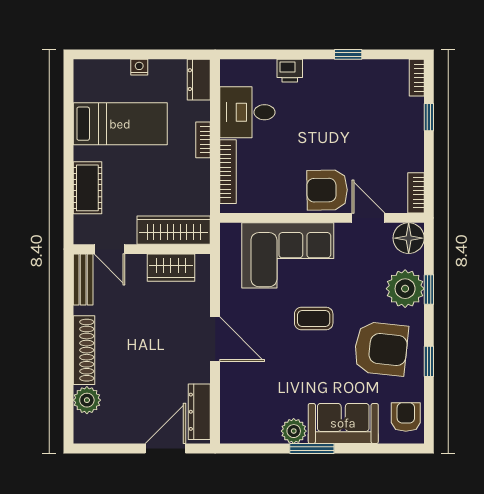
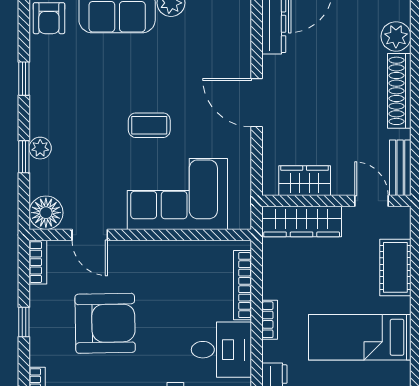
window: (429, 117) -> (24, 322), moved
armchair: (327, 190) -> (105, 323), moved, width x1.36, depth x1.36
plant: (405, 289) -> (40, 148), width x0.53, depth x0.53
armchair: (381, 349) -> (76, 92), removed

